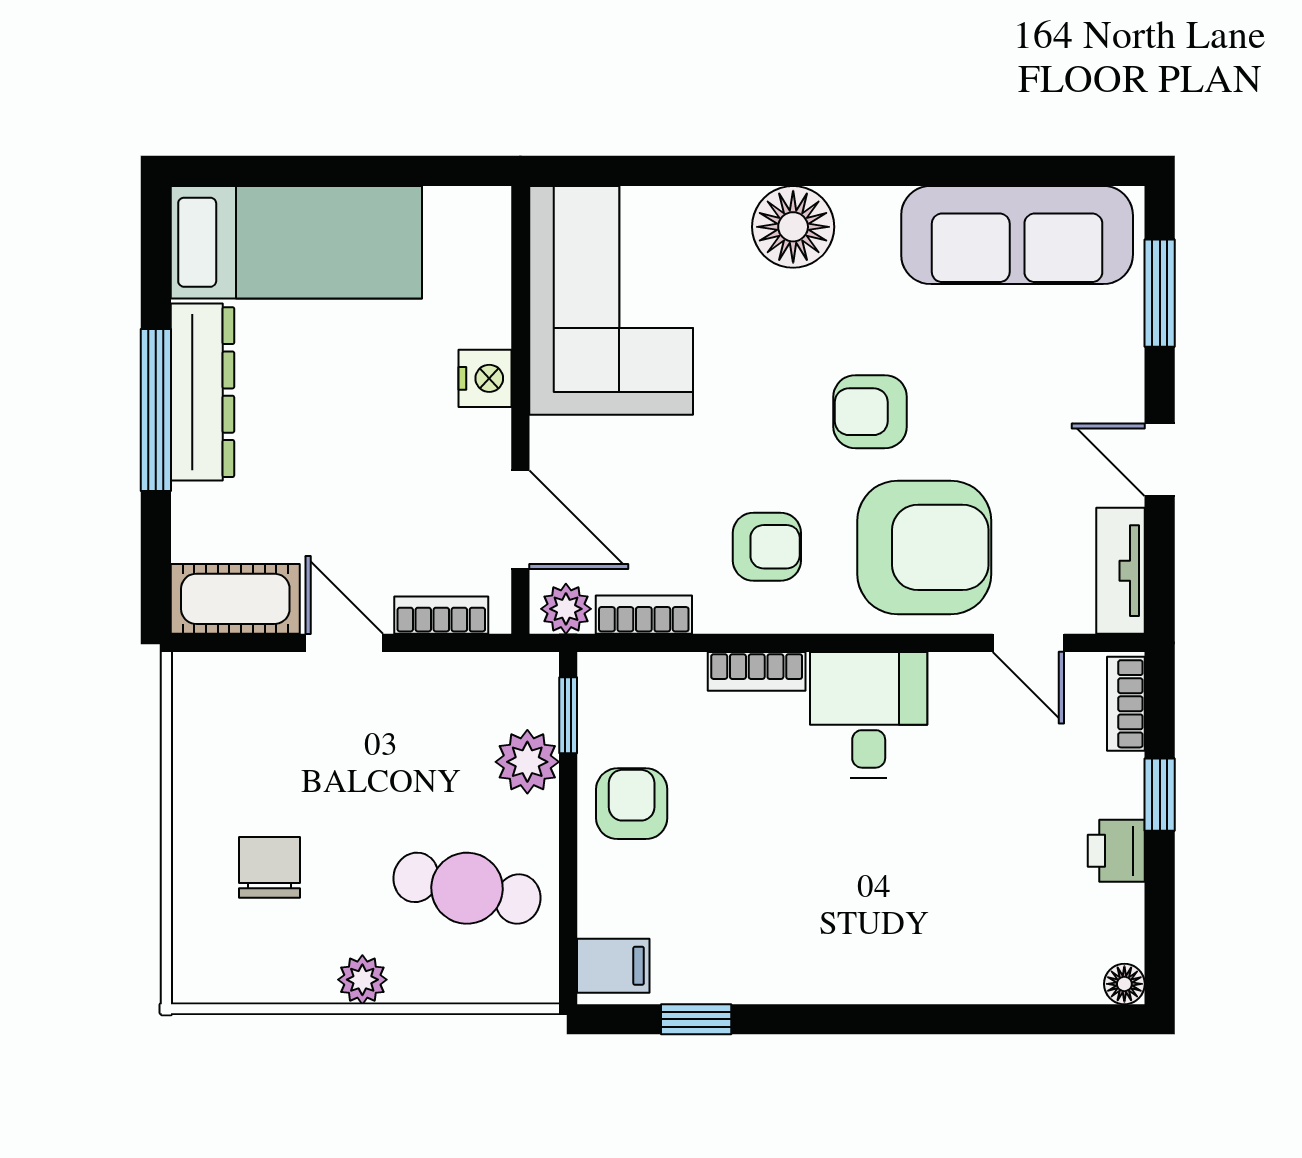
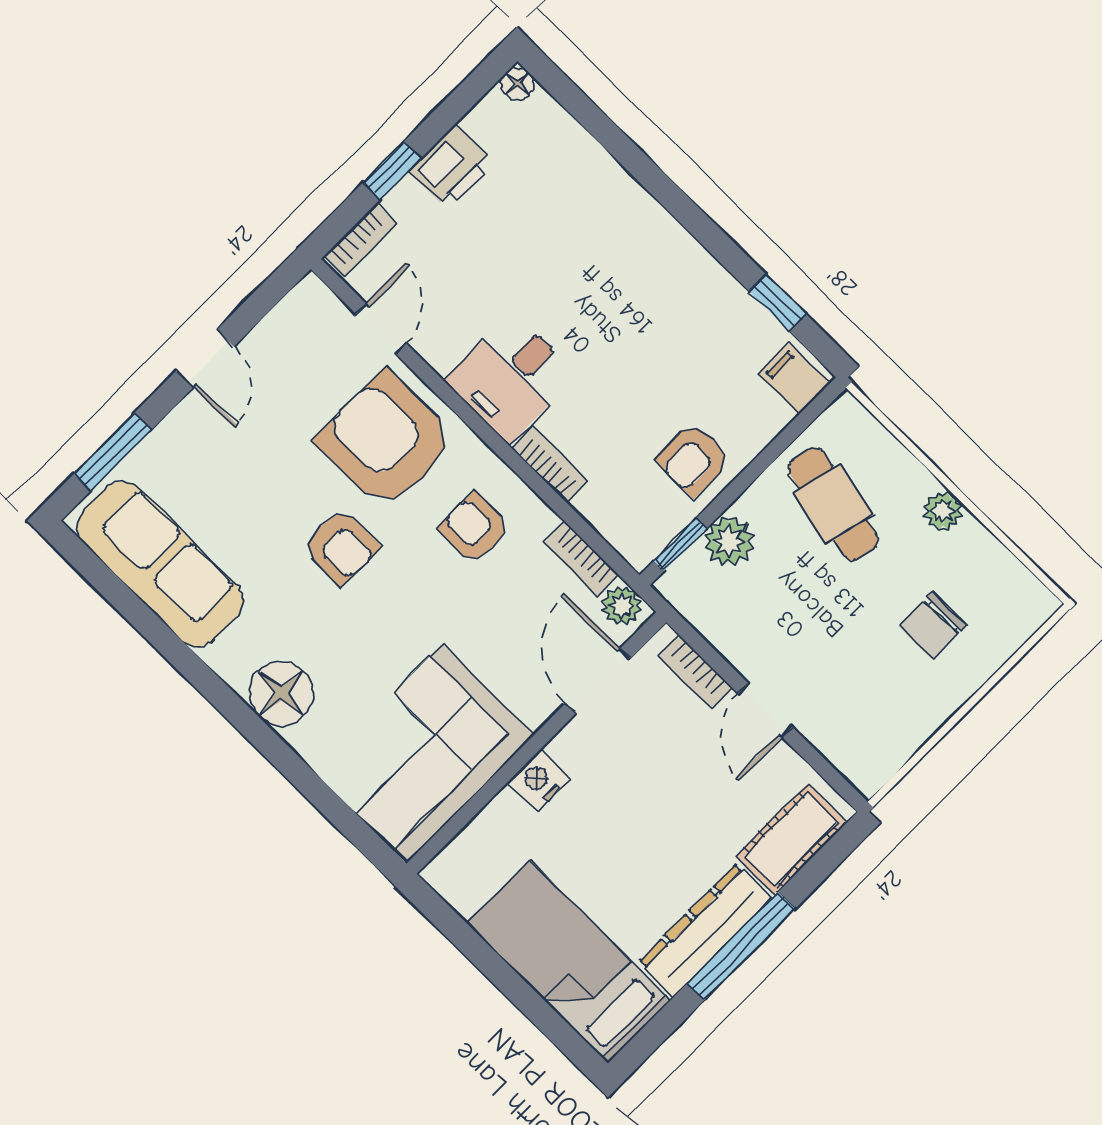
tv unit: (1121, 571) -> (289, 318), removed
cot: (235, 599) -> (791, 840), moved, turned 90
printer: (1116, 851) -> (452, 167), width x1.36, depth x1.24

